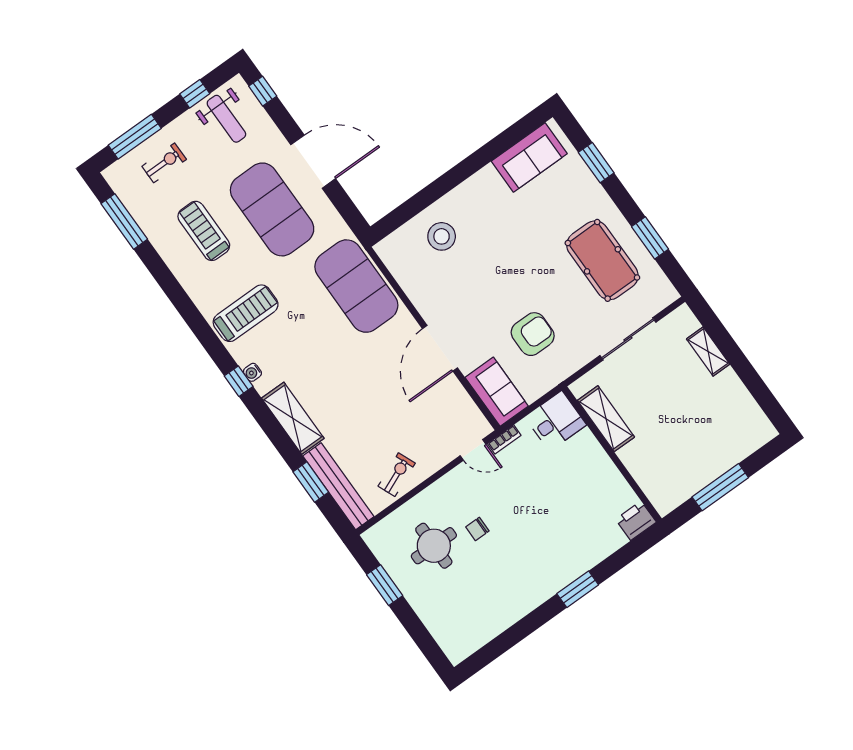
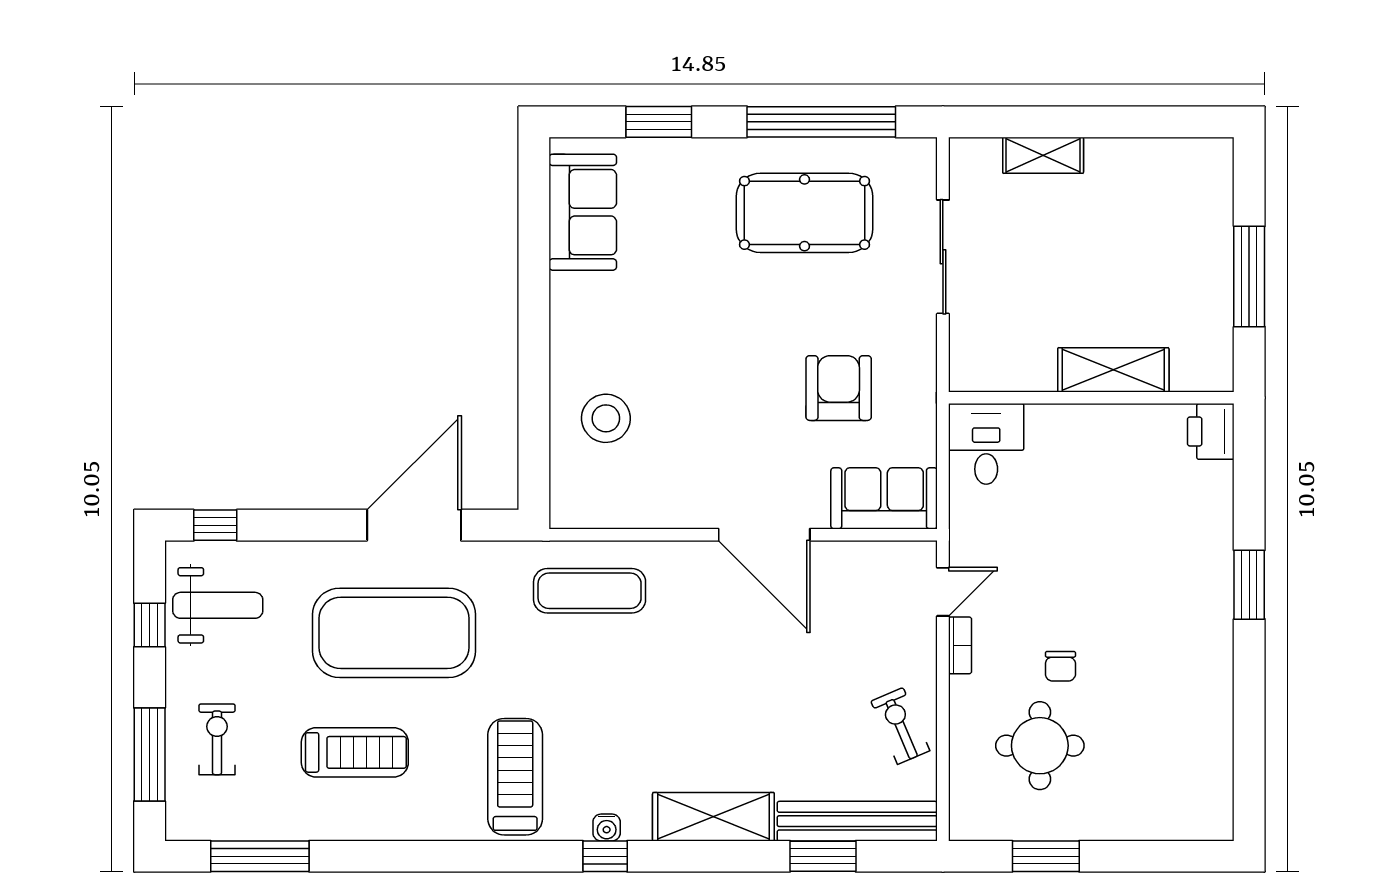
door: (313, 162) -> (414, 525), moved
treadmill: (204, 231) -> (355, 752), turned 180
window: (650, 238) -> (821, 122), width x2.11
exercise mat: (356, 286) -> (590, 591), width x0.50, depth x0.69
shelving: (606, 419) -> (1113, 370), moved
bookcase: (504, 439) -> (960, 645), moved

